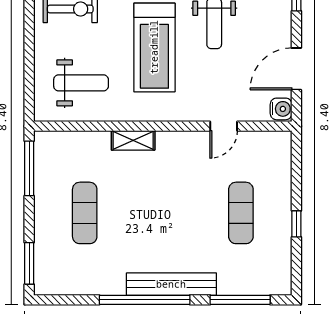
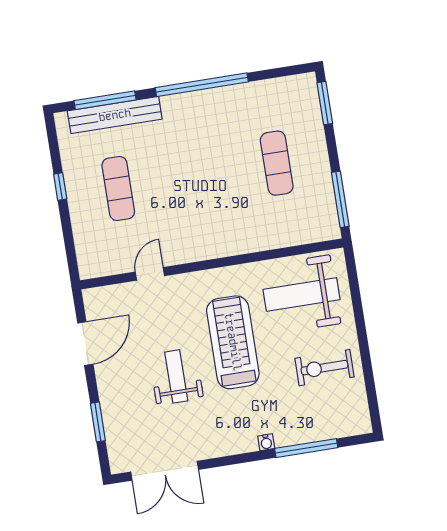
weight bench: (81, 83) -> (302, 294), width x1.36, depth x1.33
water cooler: (281, 109) -> (94, 301), removed
shelving: (133, 140) -> (239, 245), removed
bench: (171, 284) -> (115, 115), moved

